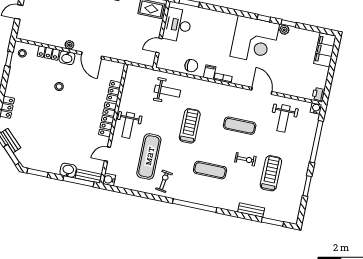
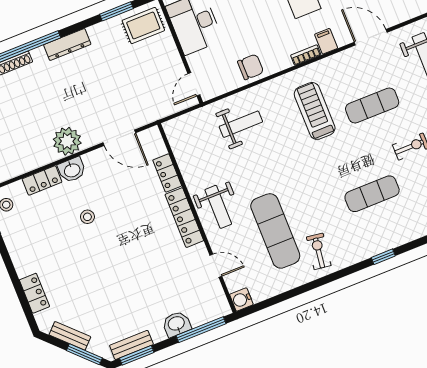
plant: (69, 45) -> (67, 141), width x1.88, depth x1.88
door: (159, 45) -> (194, 84), moved
door: (92, 55) -> (119, 138), moved
filing cabinet: (210, 72) -> (326, 41), moved
treadmill: (190, 126) -> (315, 111), moved
door: (107, 154) -> (216, 266), swing flipped
bench: (88, 176) -> (131, 345), moved
window: (195, 206) -> (383, 257), width x0.32

